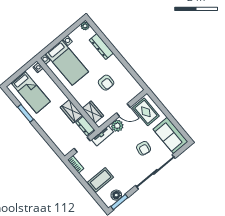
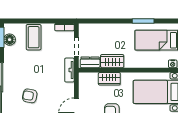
wardrobe: (93, 112) -> (109, 79), moved
plant: (117, 126) -> (67, 90), removed

